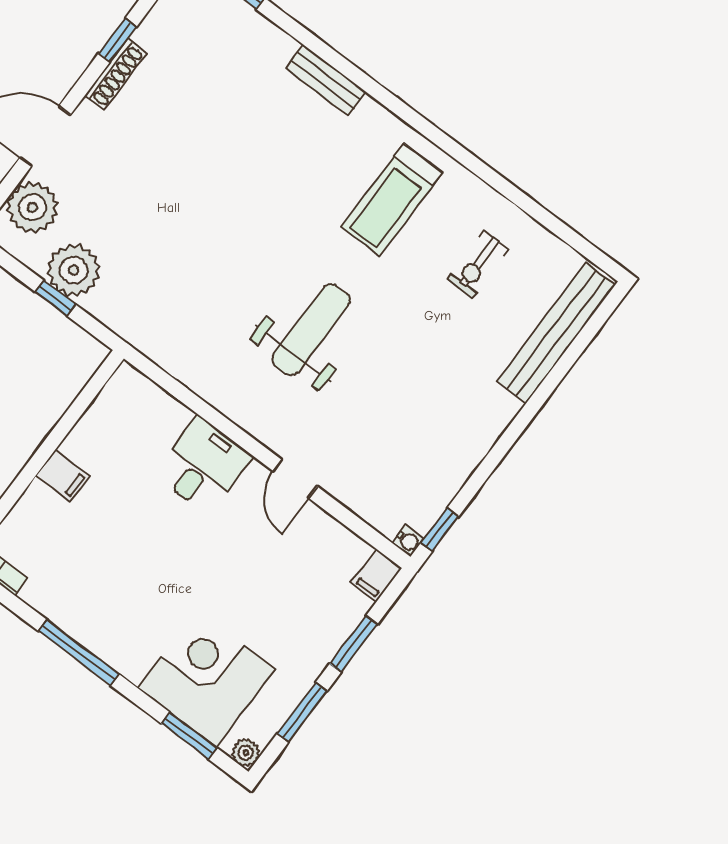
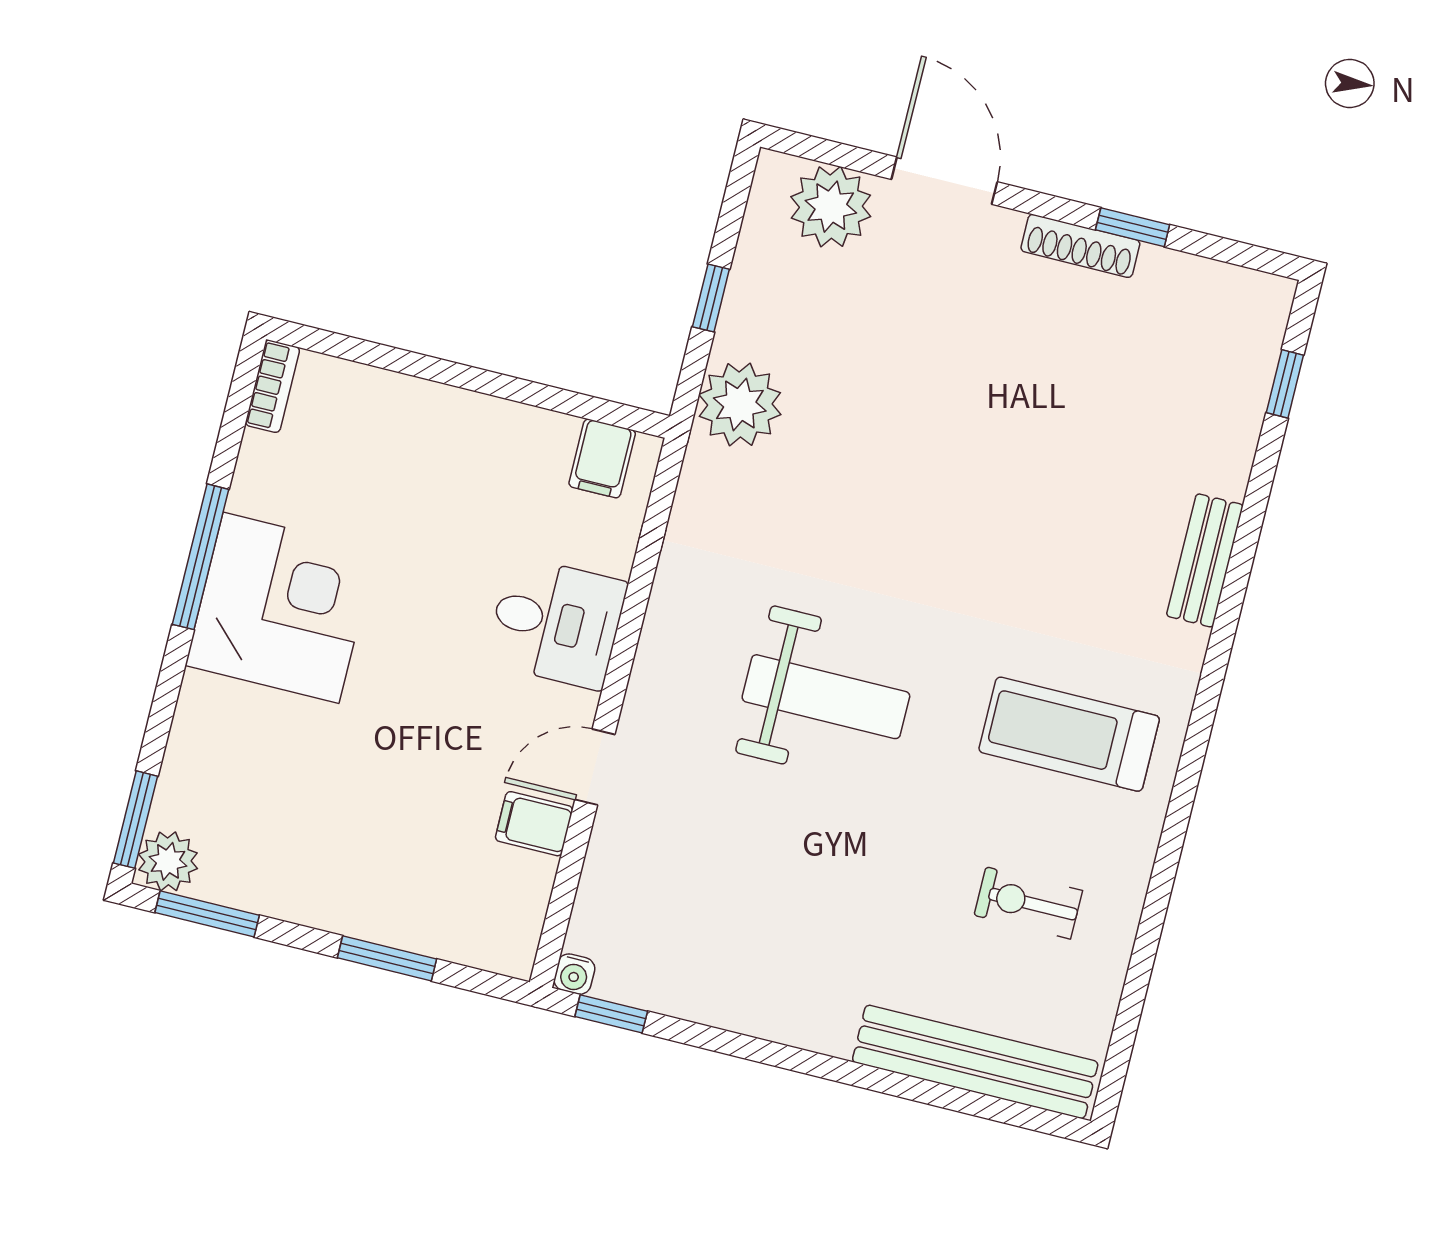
plant: (74, 270) -> (740, 405), moved
filing cabinet: (63, 476) -> (602, 458), moved
filing cabinet: (377, 575) -> (534, 824), moved
corner desk: (206, 679) -> (281, 608), moved
window: (302, 712) -> (207, 914), moved
window: (189, 736) -> (136, 820), moved
plant: (246, 753) -> (168, 861), width x1.38, depth x1.38

